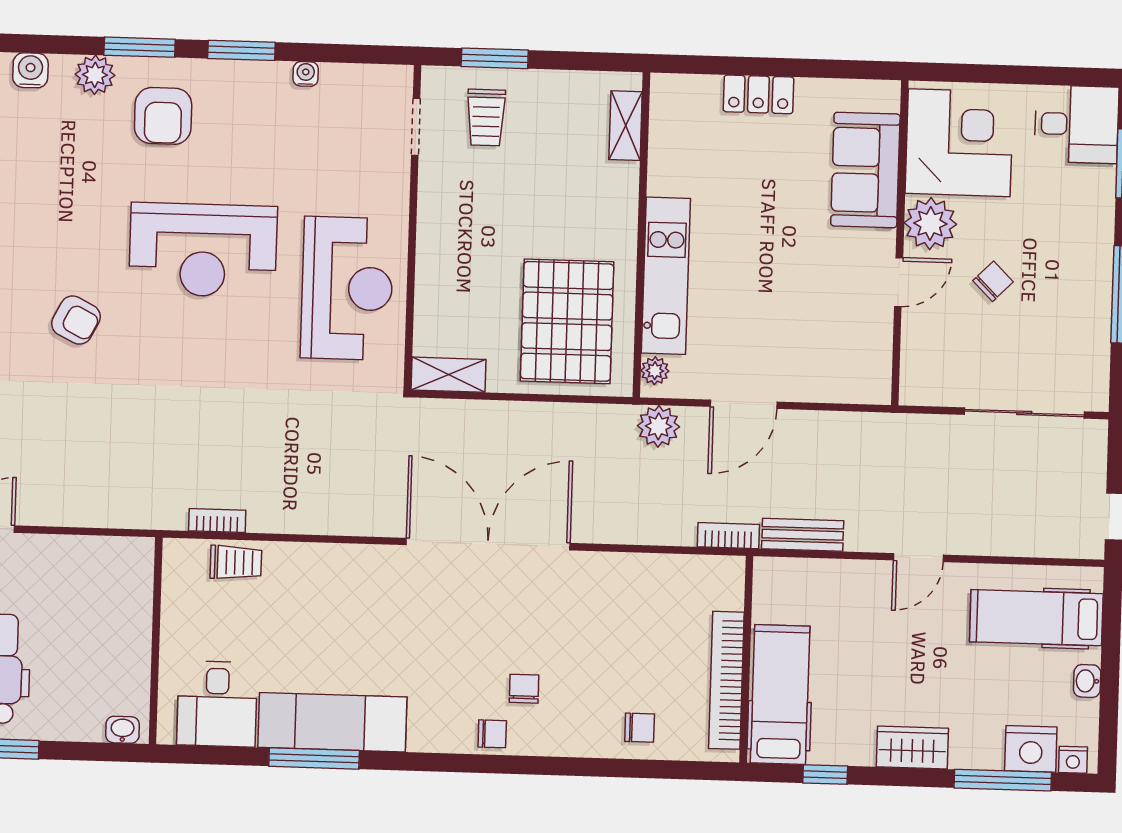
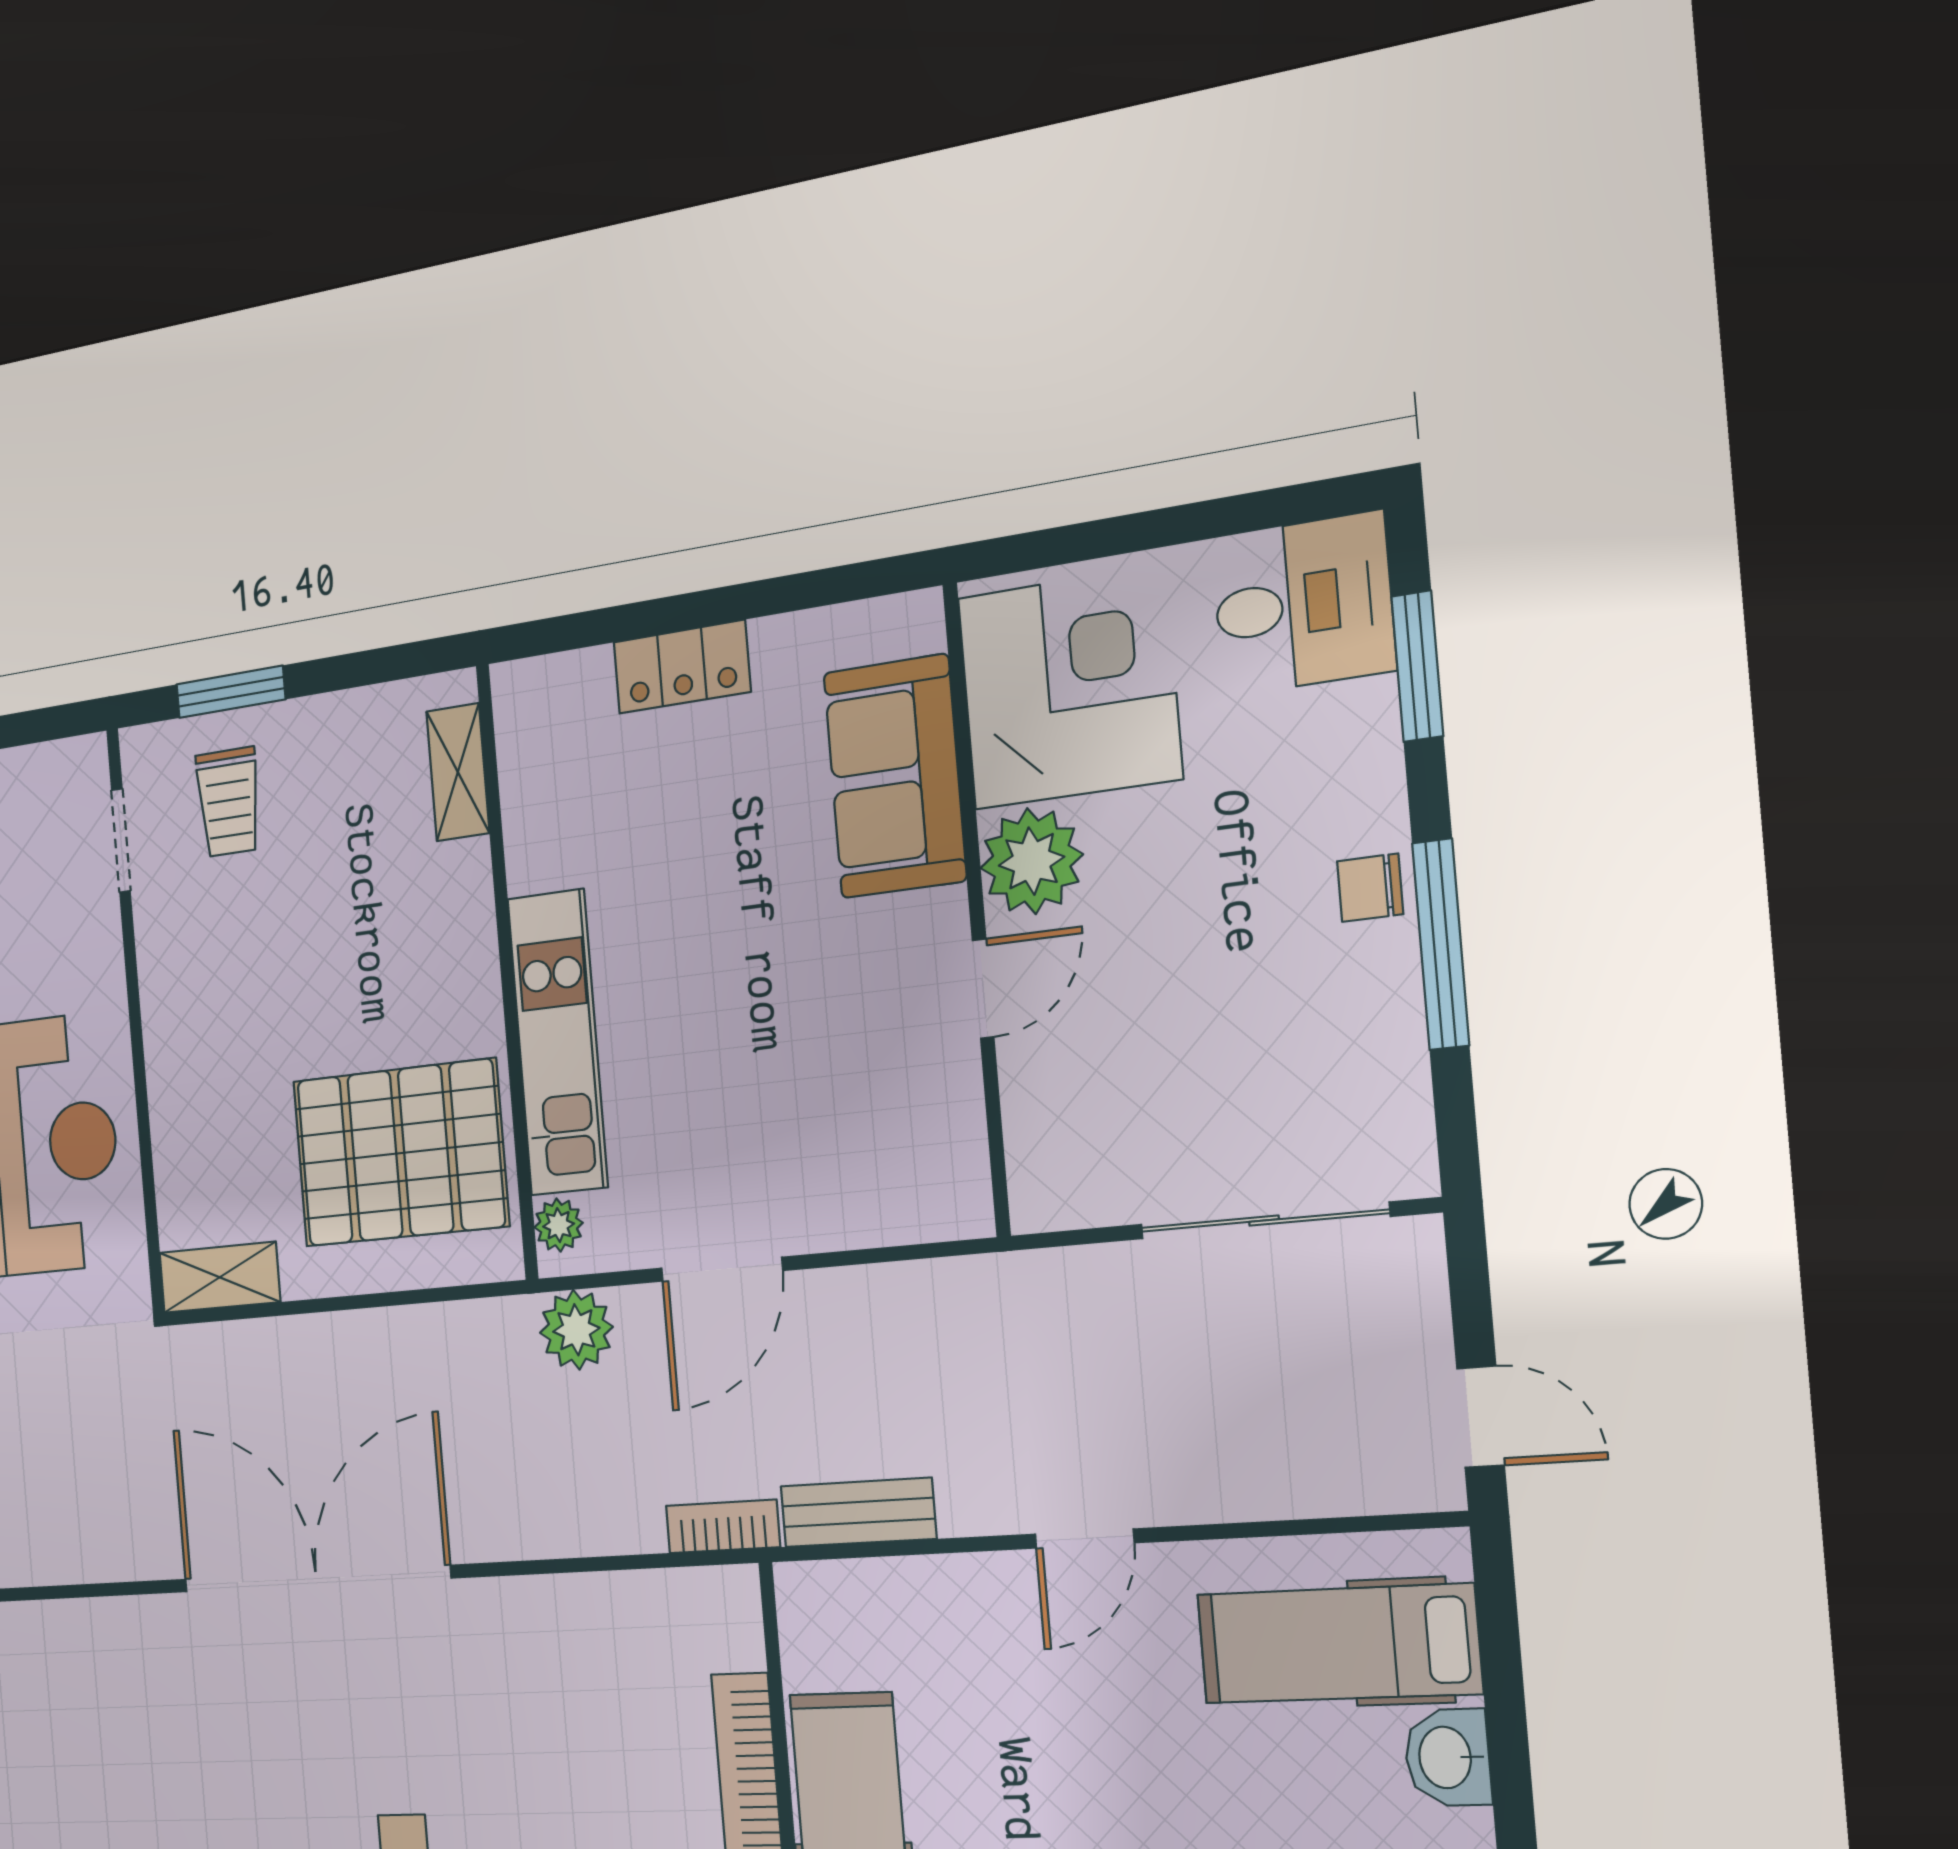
chair: (993, 281) -> (1370, 888), moved, turned -135
pallet: (567, 321) -> (400, 1153), turned 90
washbasin: (1087, 681) -> (1447, 1757), width x1.38, depth x1.45

